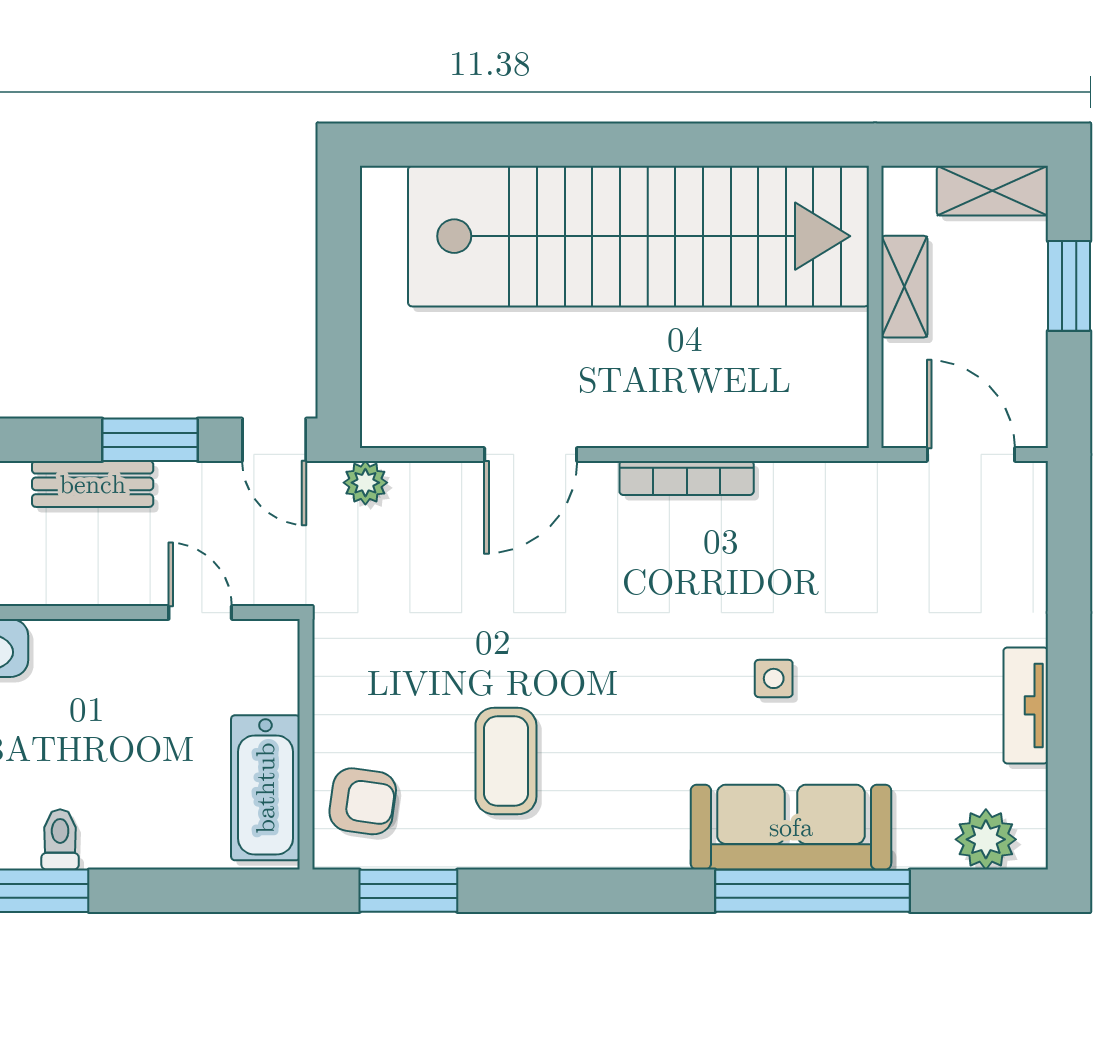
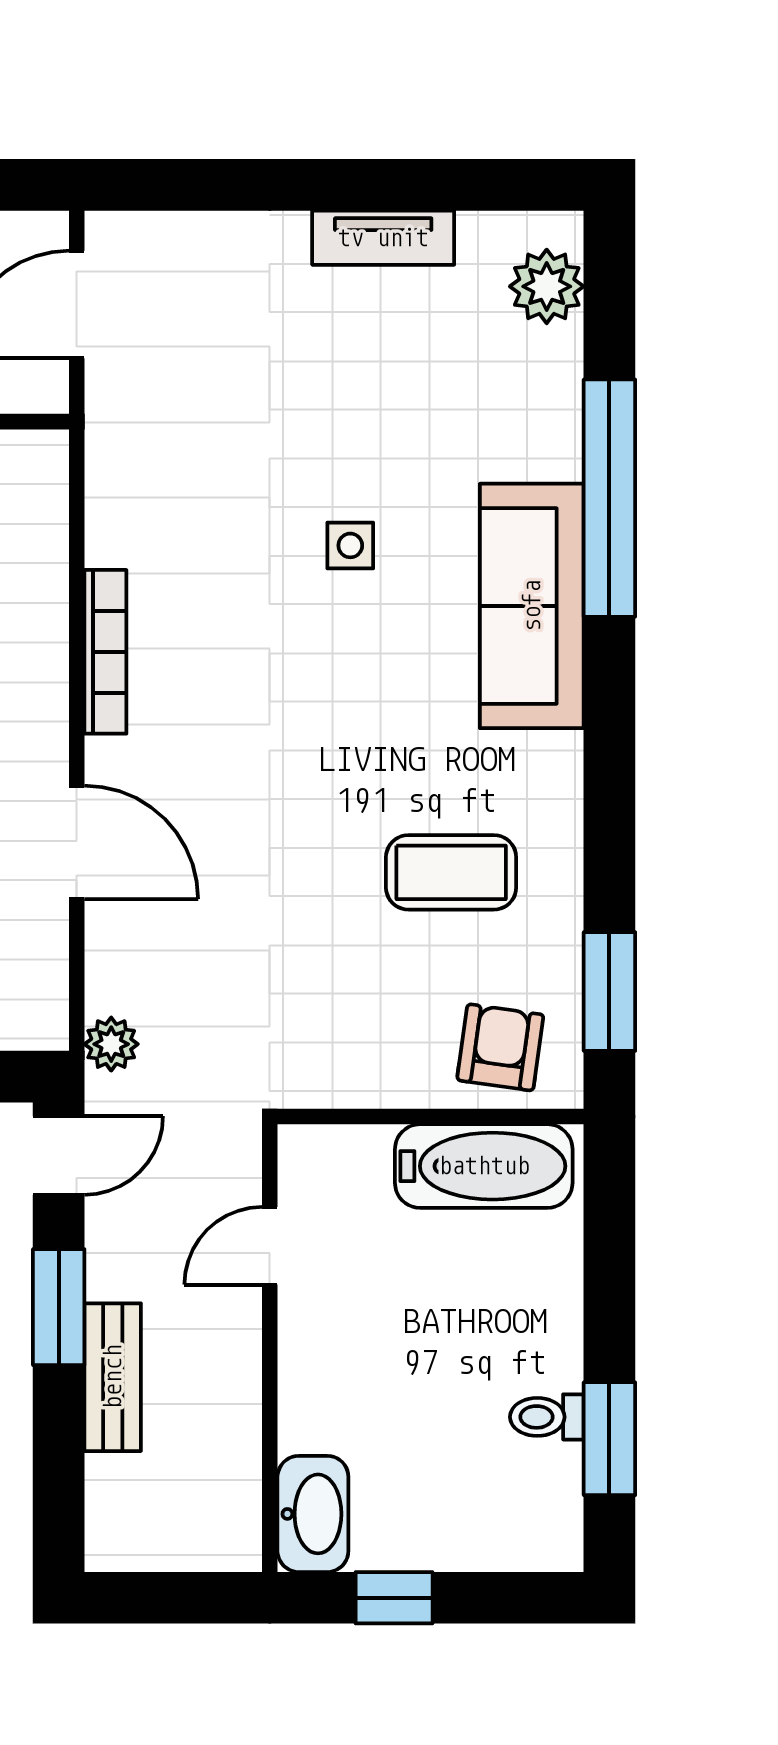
sofa: (791, 827) -> (532, 606), moved

